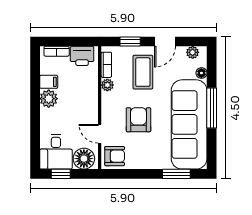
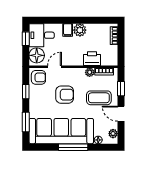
printer: (82, 56) -> (92, 59), moved, turned 90
filing cabinet: (49, 82) -> (68, 30), moved
armchair: (115, 156) -> (38, 77), turned -90
window: (134, 174) -> (26, 92), added

